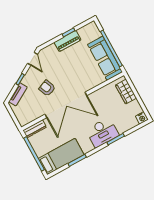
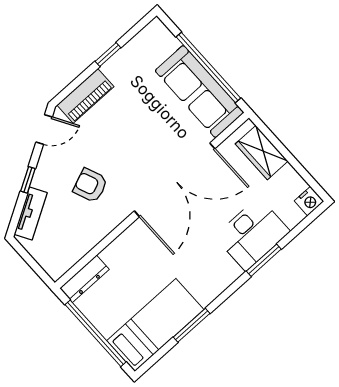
piano: (68, 41) -> (85, 96), moved
door: (33, 59) -> (44, 129), hinge flipped
double door: (66, 105) -> (175, 180), moved
desk: (102, 132) -> (252, 234), moved

